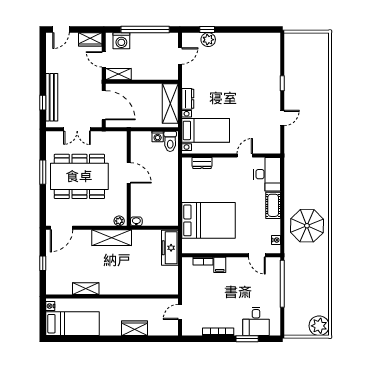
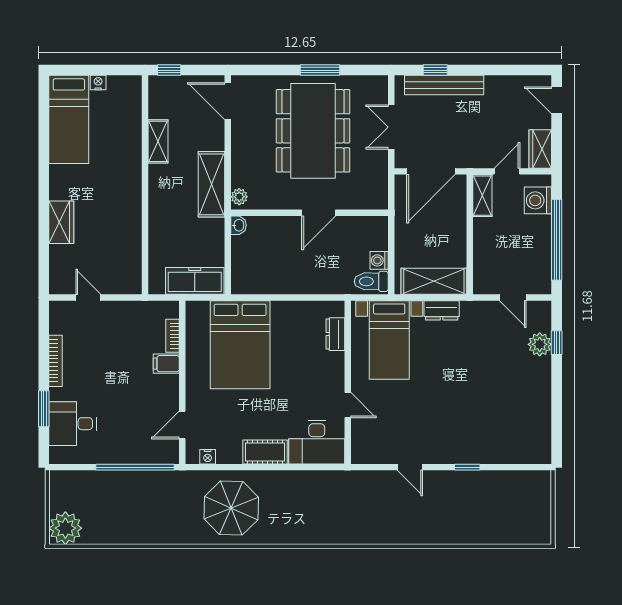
shelving: (86, 289) -> (158, 141), moved
wall: (112, 296) -> (145, 185), moved

